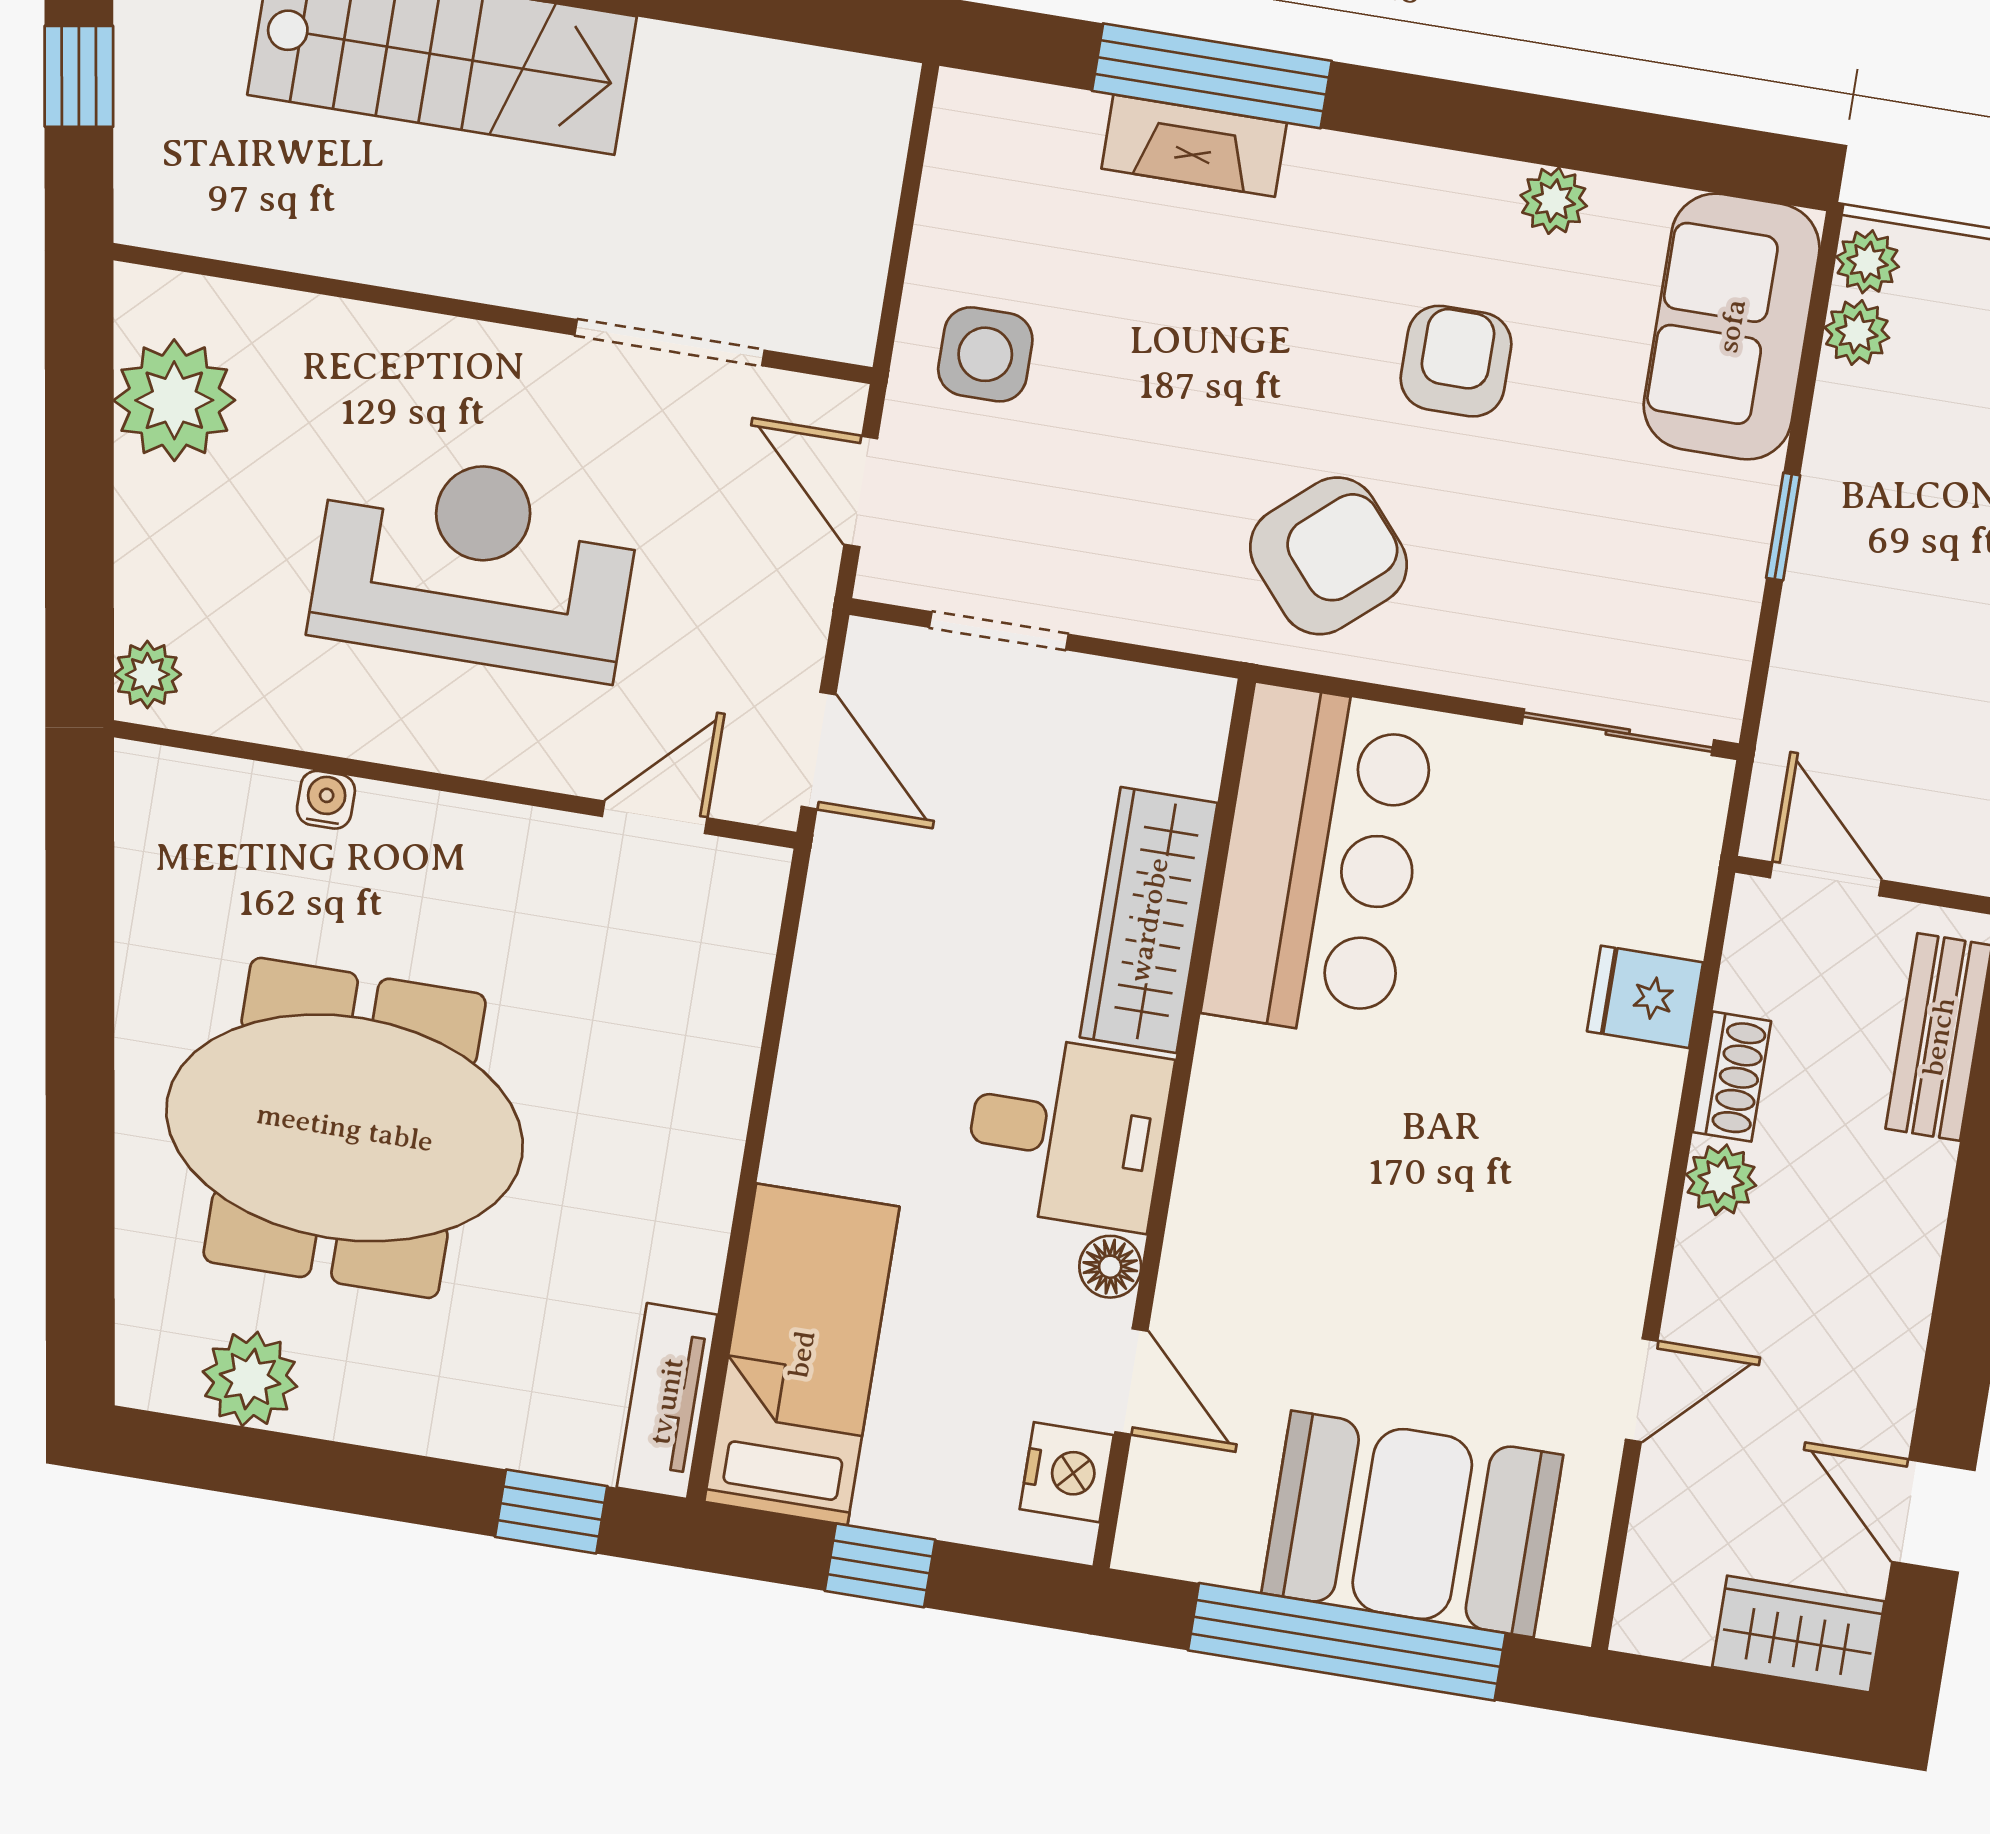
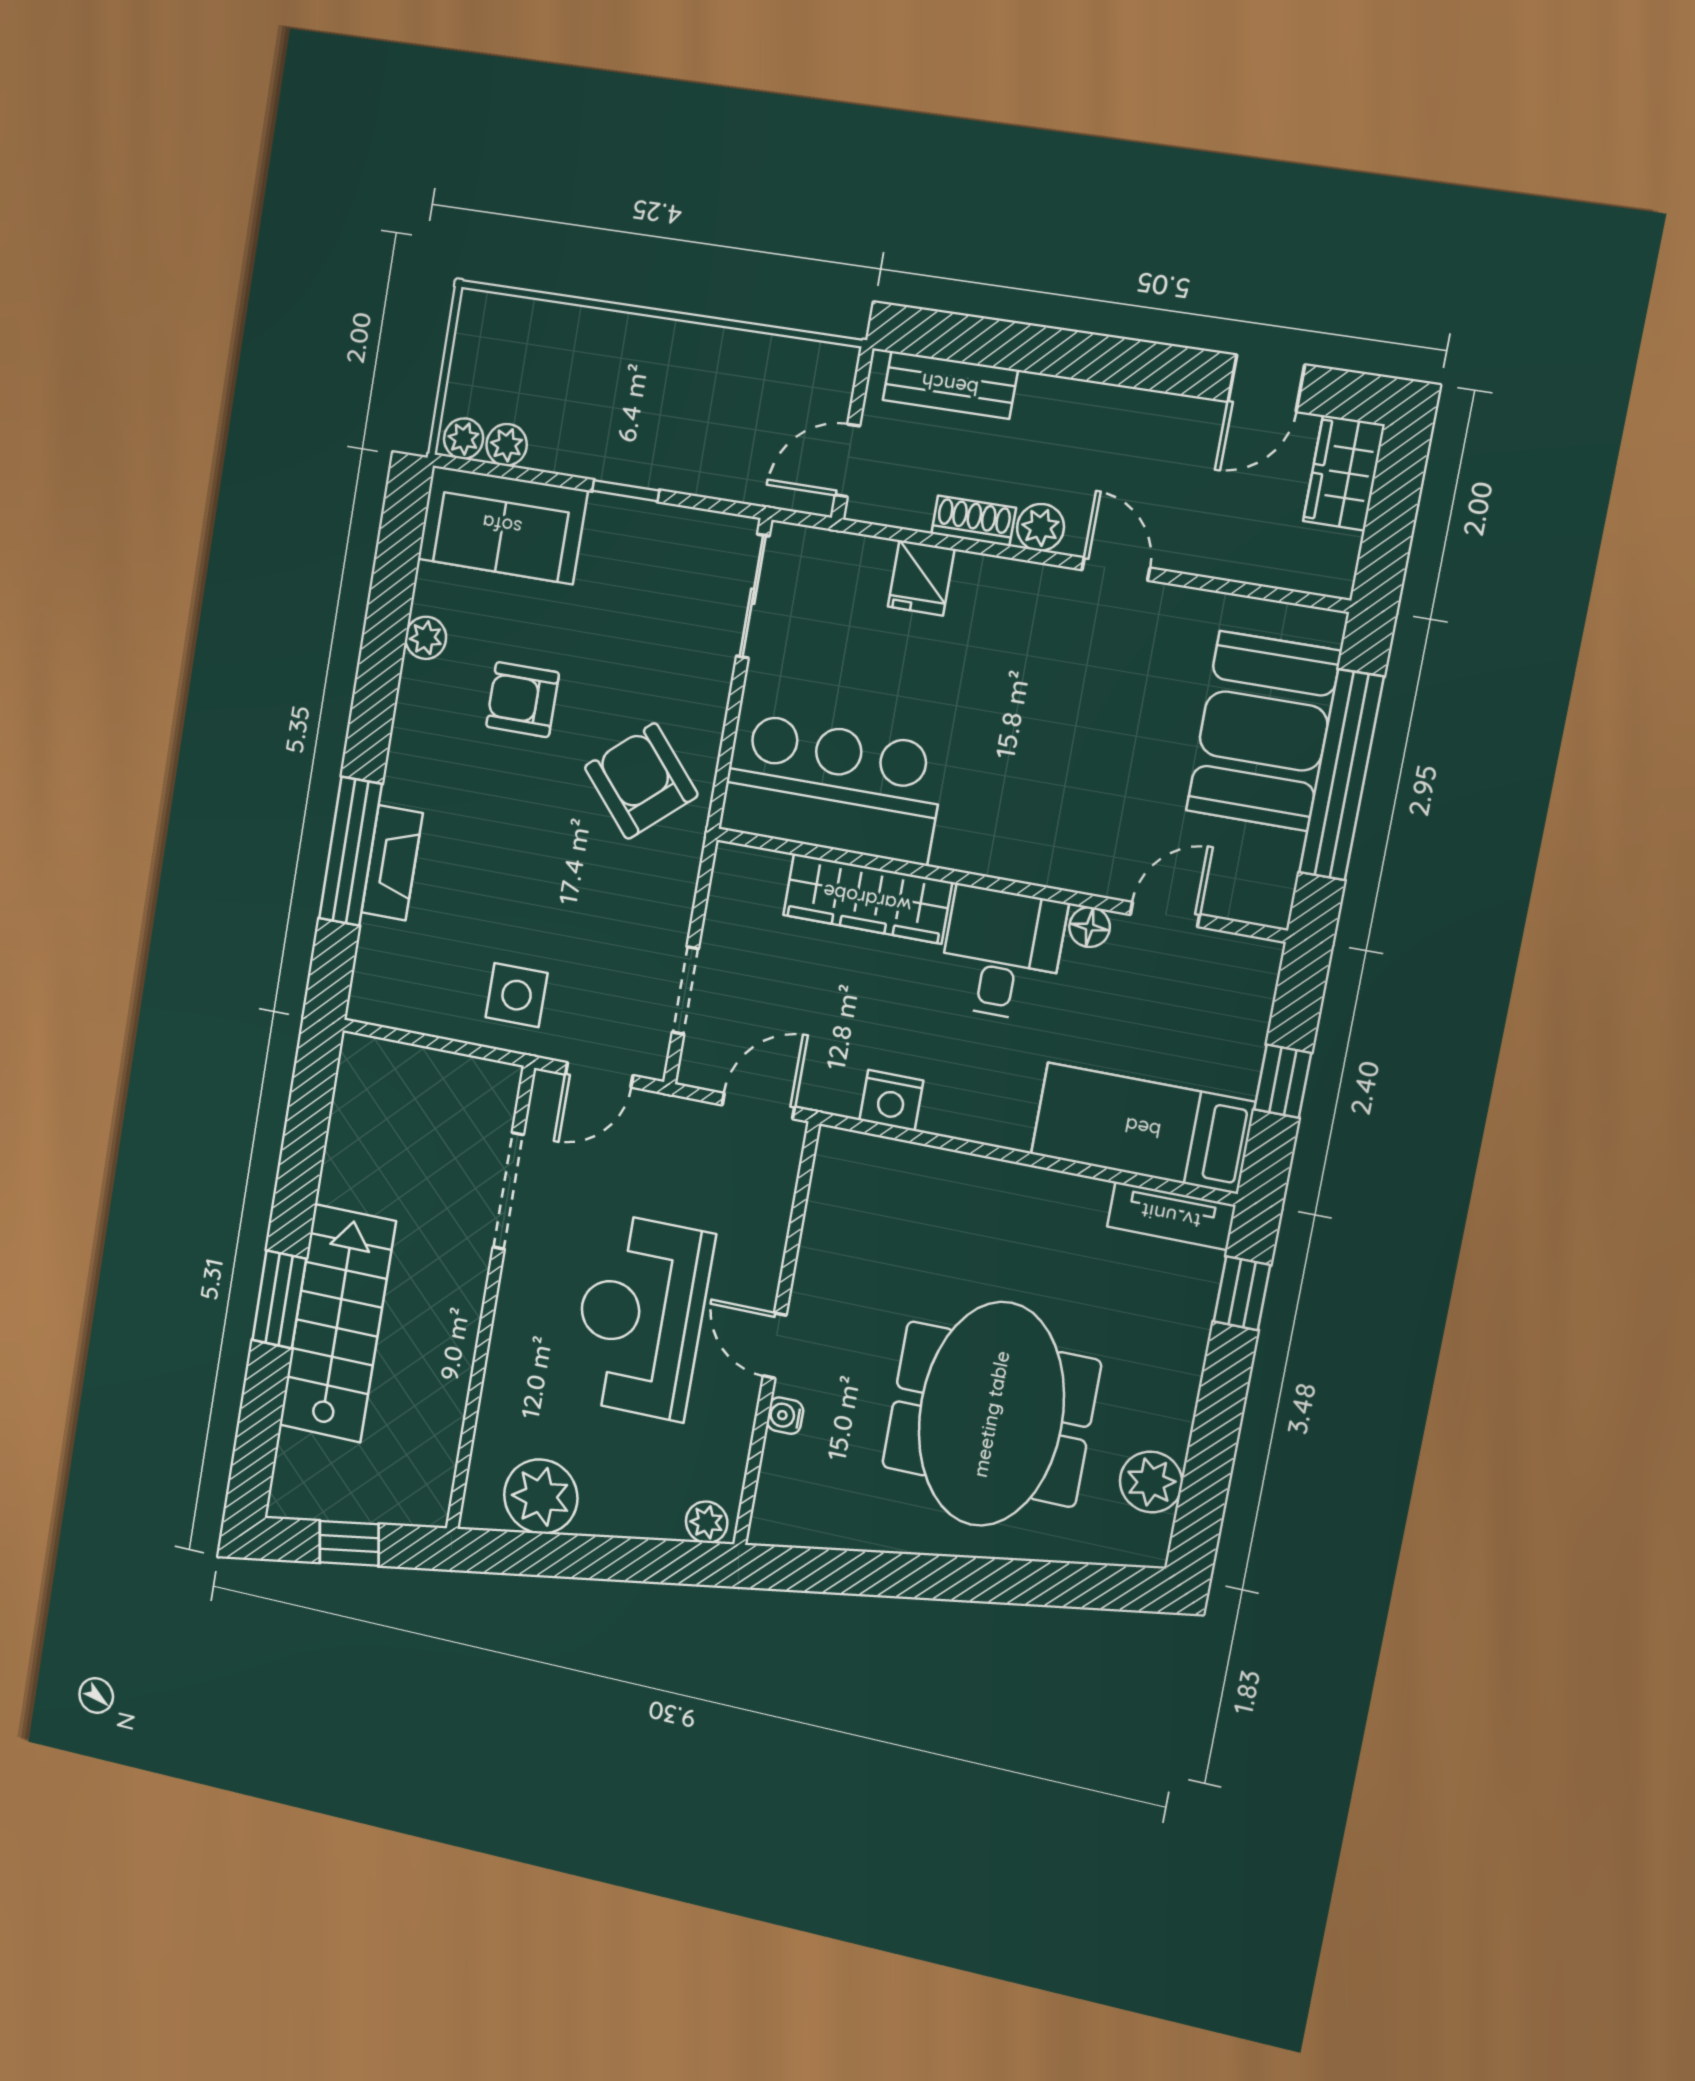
door: (655, 817) -> (775, 1346), moved
door: (1642, 1390) -> (1116, 569), moved
nightstand: (1067, 1472) -> (891, 1100), moved, turned 180

